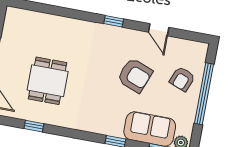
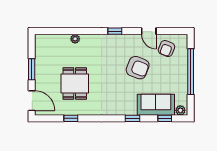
plant: (59, 22) -> (75, 39), added
armchair: (182, 79) -> (166, 49), moved

